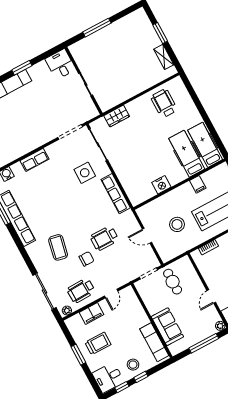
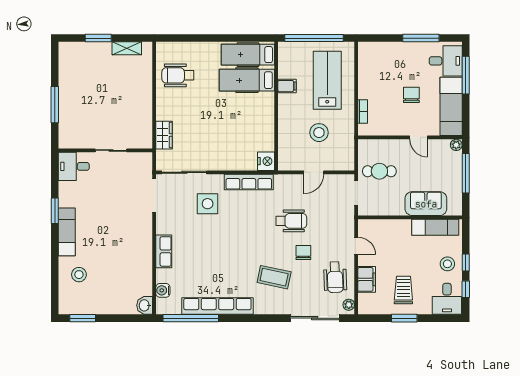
nightstand: (161, 185) -> (266, 161), moved
wheelchair: (104, 238) -> (291, 221), turned -90

